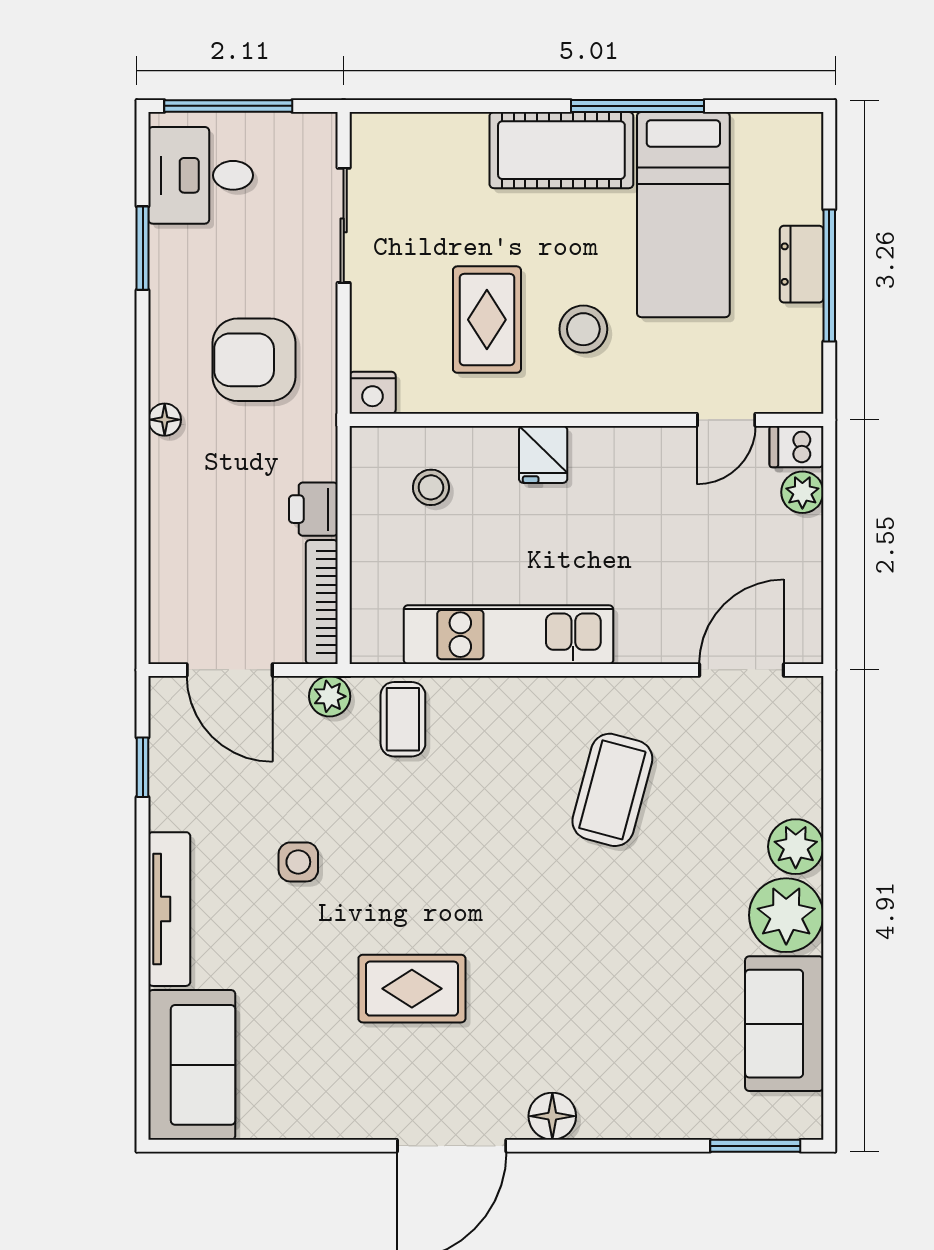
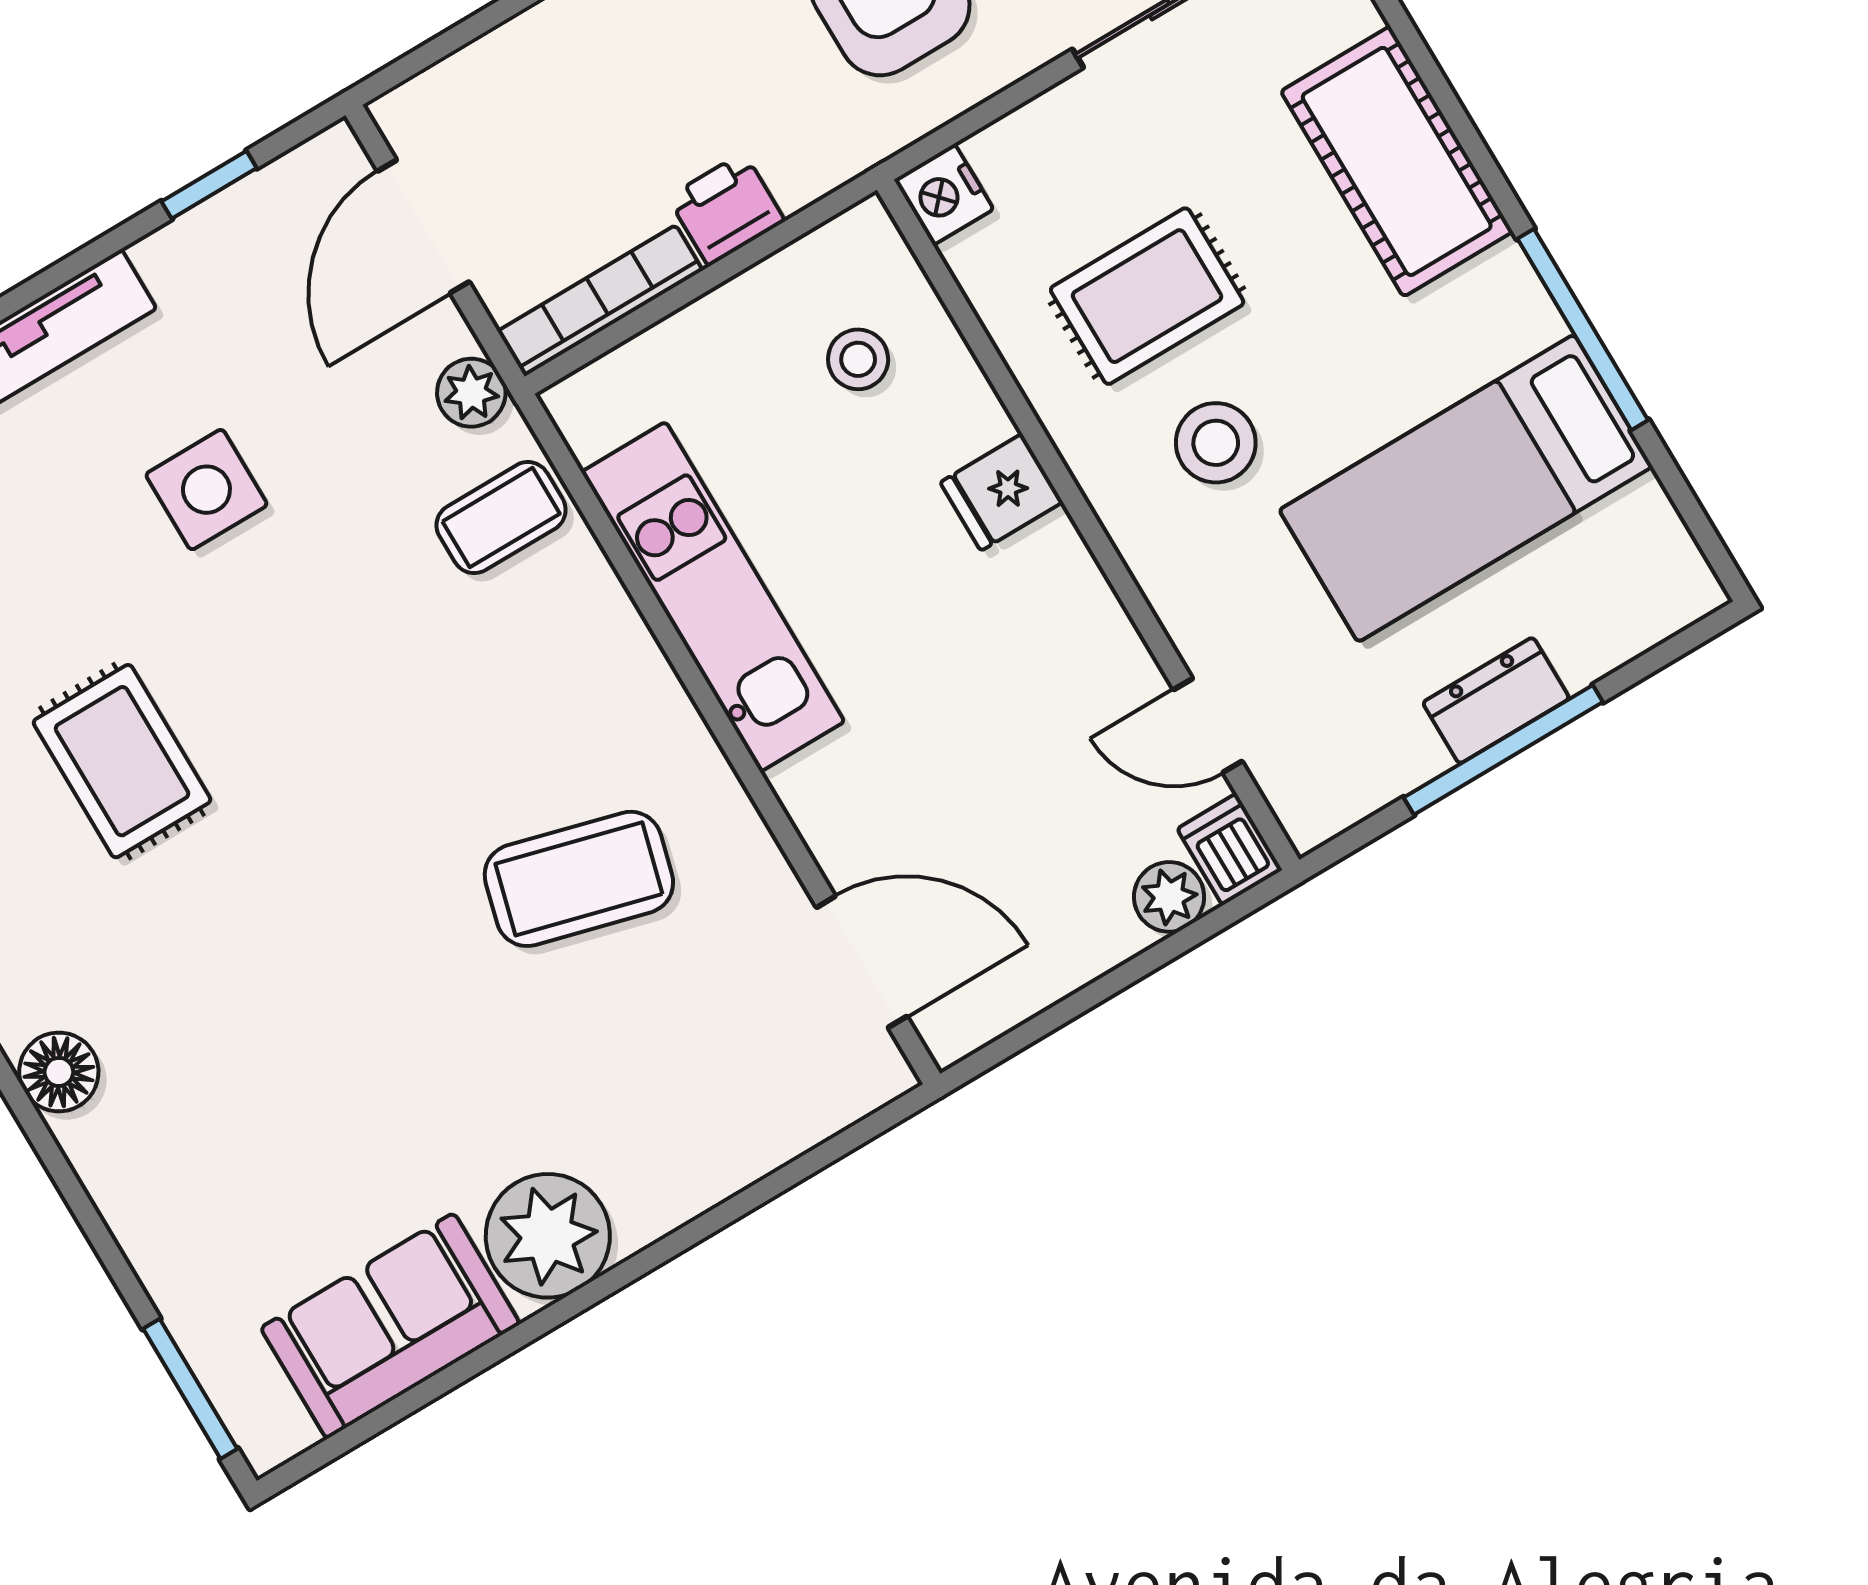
cot: (561, 150) -> (1397, 161), moved
plant: (796, 847) -> (654, 1191), removed
side table: (298, 862) -> (206, 490), width x1.37, depth x1.37

